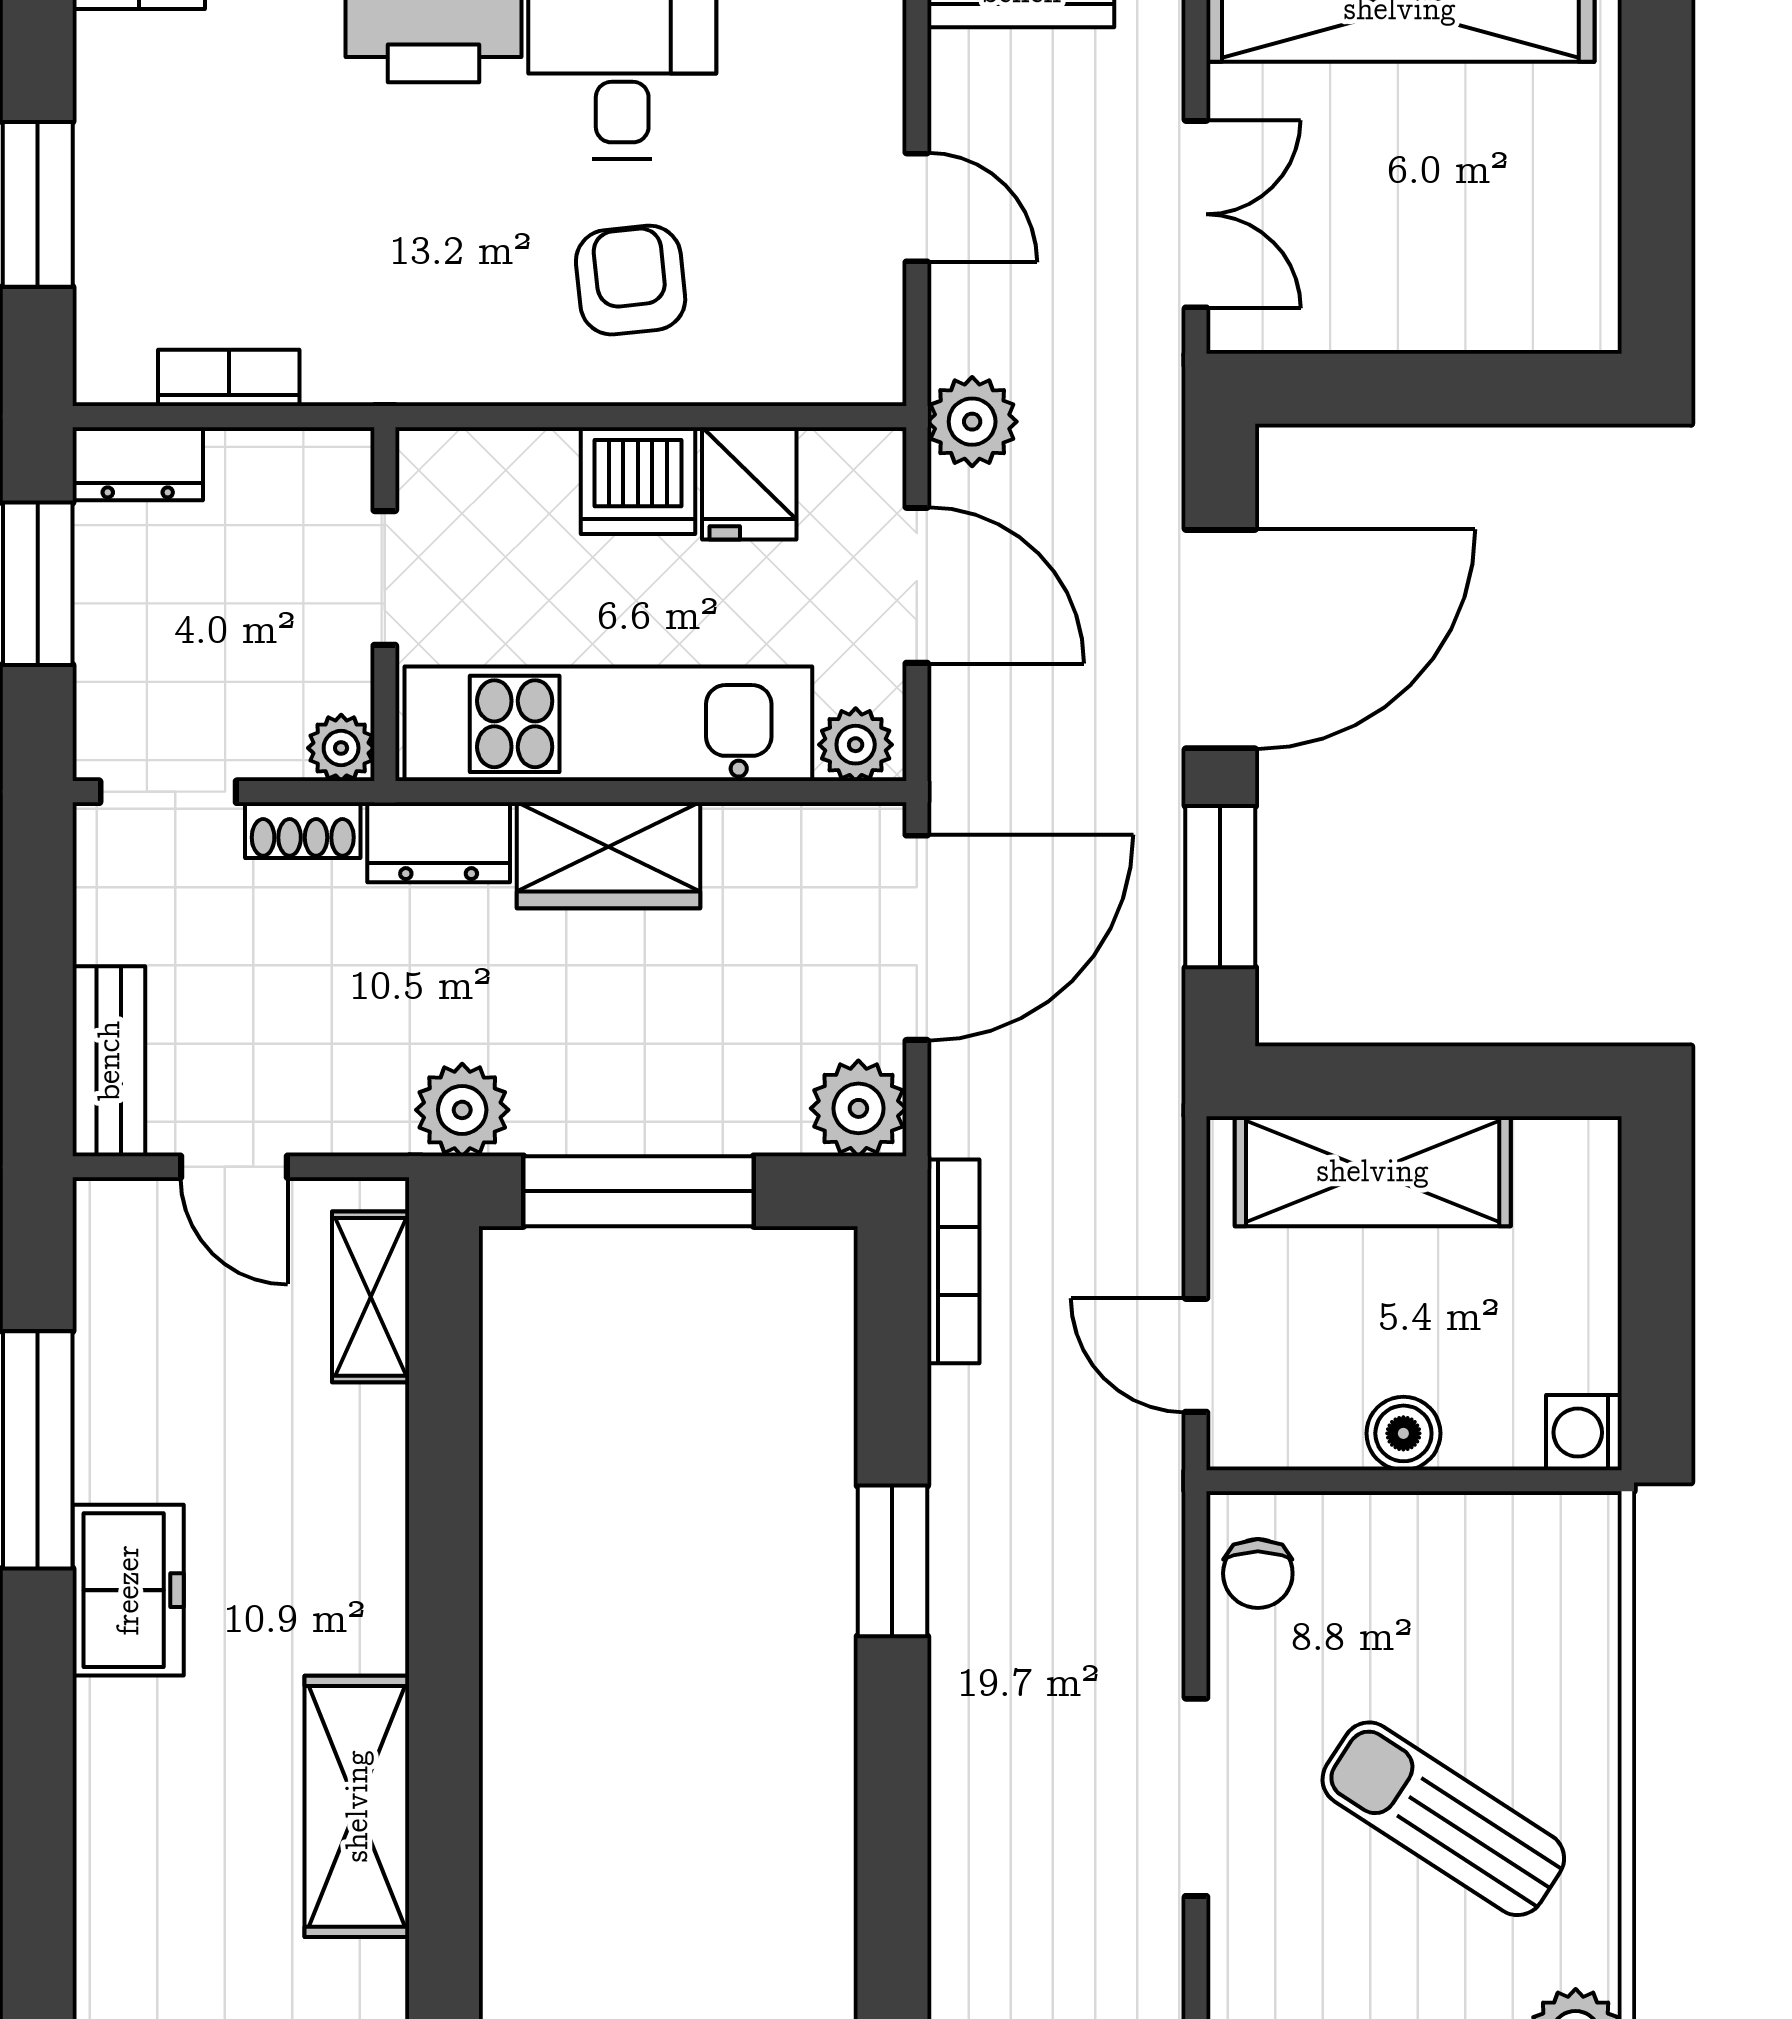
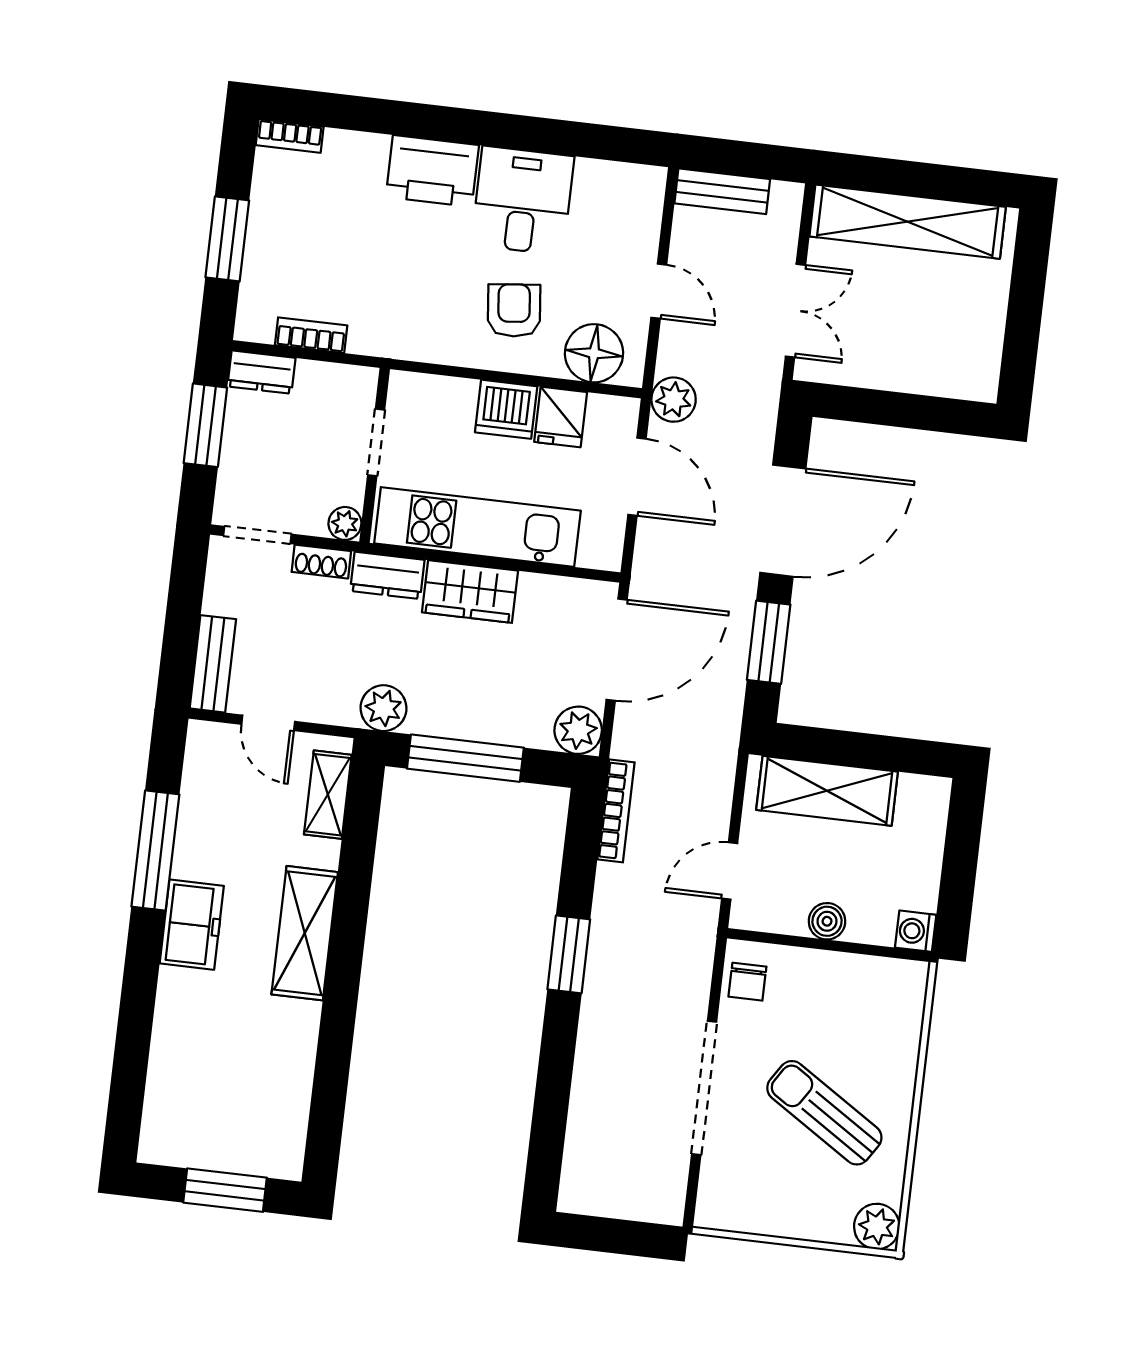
floor lamp: (801, 347) -> (594, 353), added
plant: (856, 745) -> (598, 551), removed
door: (1196, 1355) -> (730, 871), hinge flipped
doorway: (1196, 1797) -> (704, 1088), width x1.36
shelving: (357, 1806) -> (305, 933), moved

